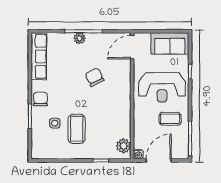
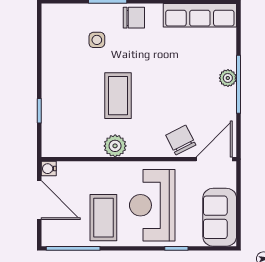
door: (132, 47) -> (214, 159), hinge flipped
chair: (95, 77) -> (181, 140), moved, turned -91
coffee table: (170, 119) -> (103, 218), width x1.36, depth x1.30
coffee table: (77, 129) -> (118, 96), moved, turned 90
plant: (124, 146) -> (115, 146), moved

